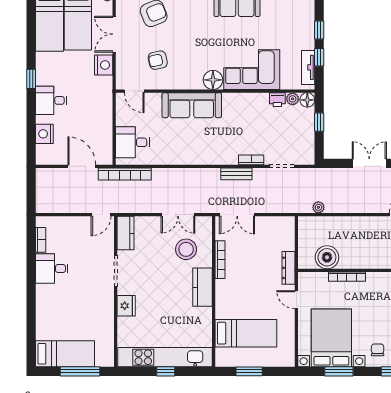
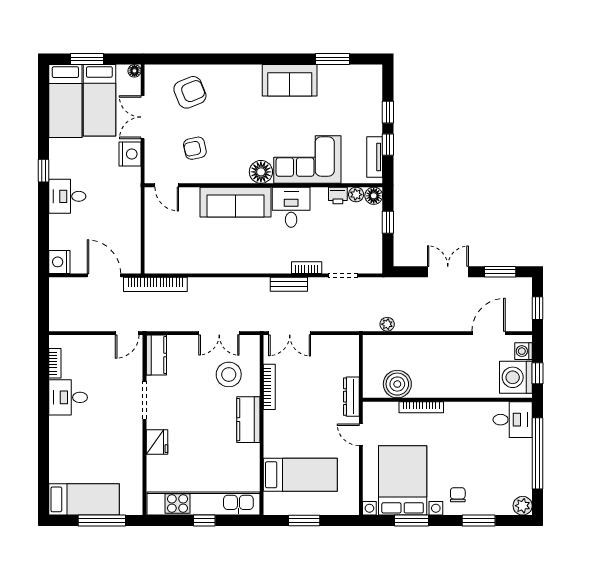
nightstand: (44, 134) -> (59, 262), moved
desk: (132, 142) -> (291, 207), moved, turned 90

